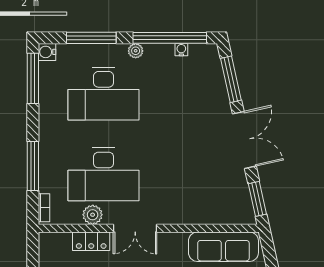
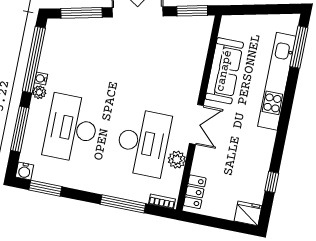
water cooler: (181, 50) -> (41, 79), moved
window: (33, 78) -> (45, 188), width x0.69
desk: (104, 94) -> (71, 128), turned 180
locker: (91, 241) -> (195, 192), moved
sofa: (223, 247) -> (224, 71), moved

